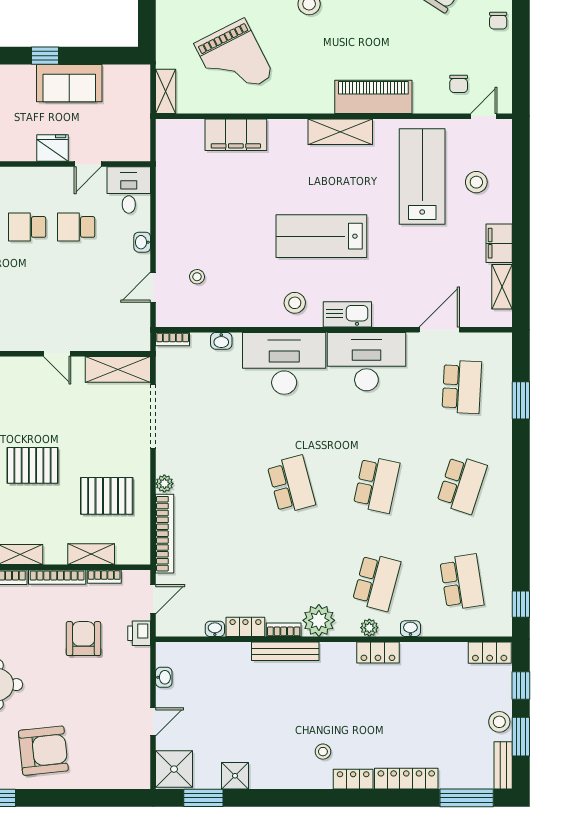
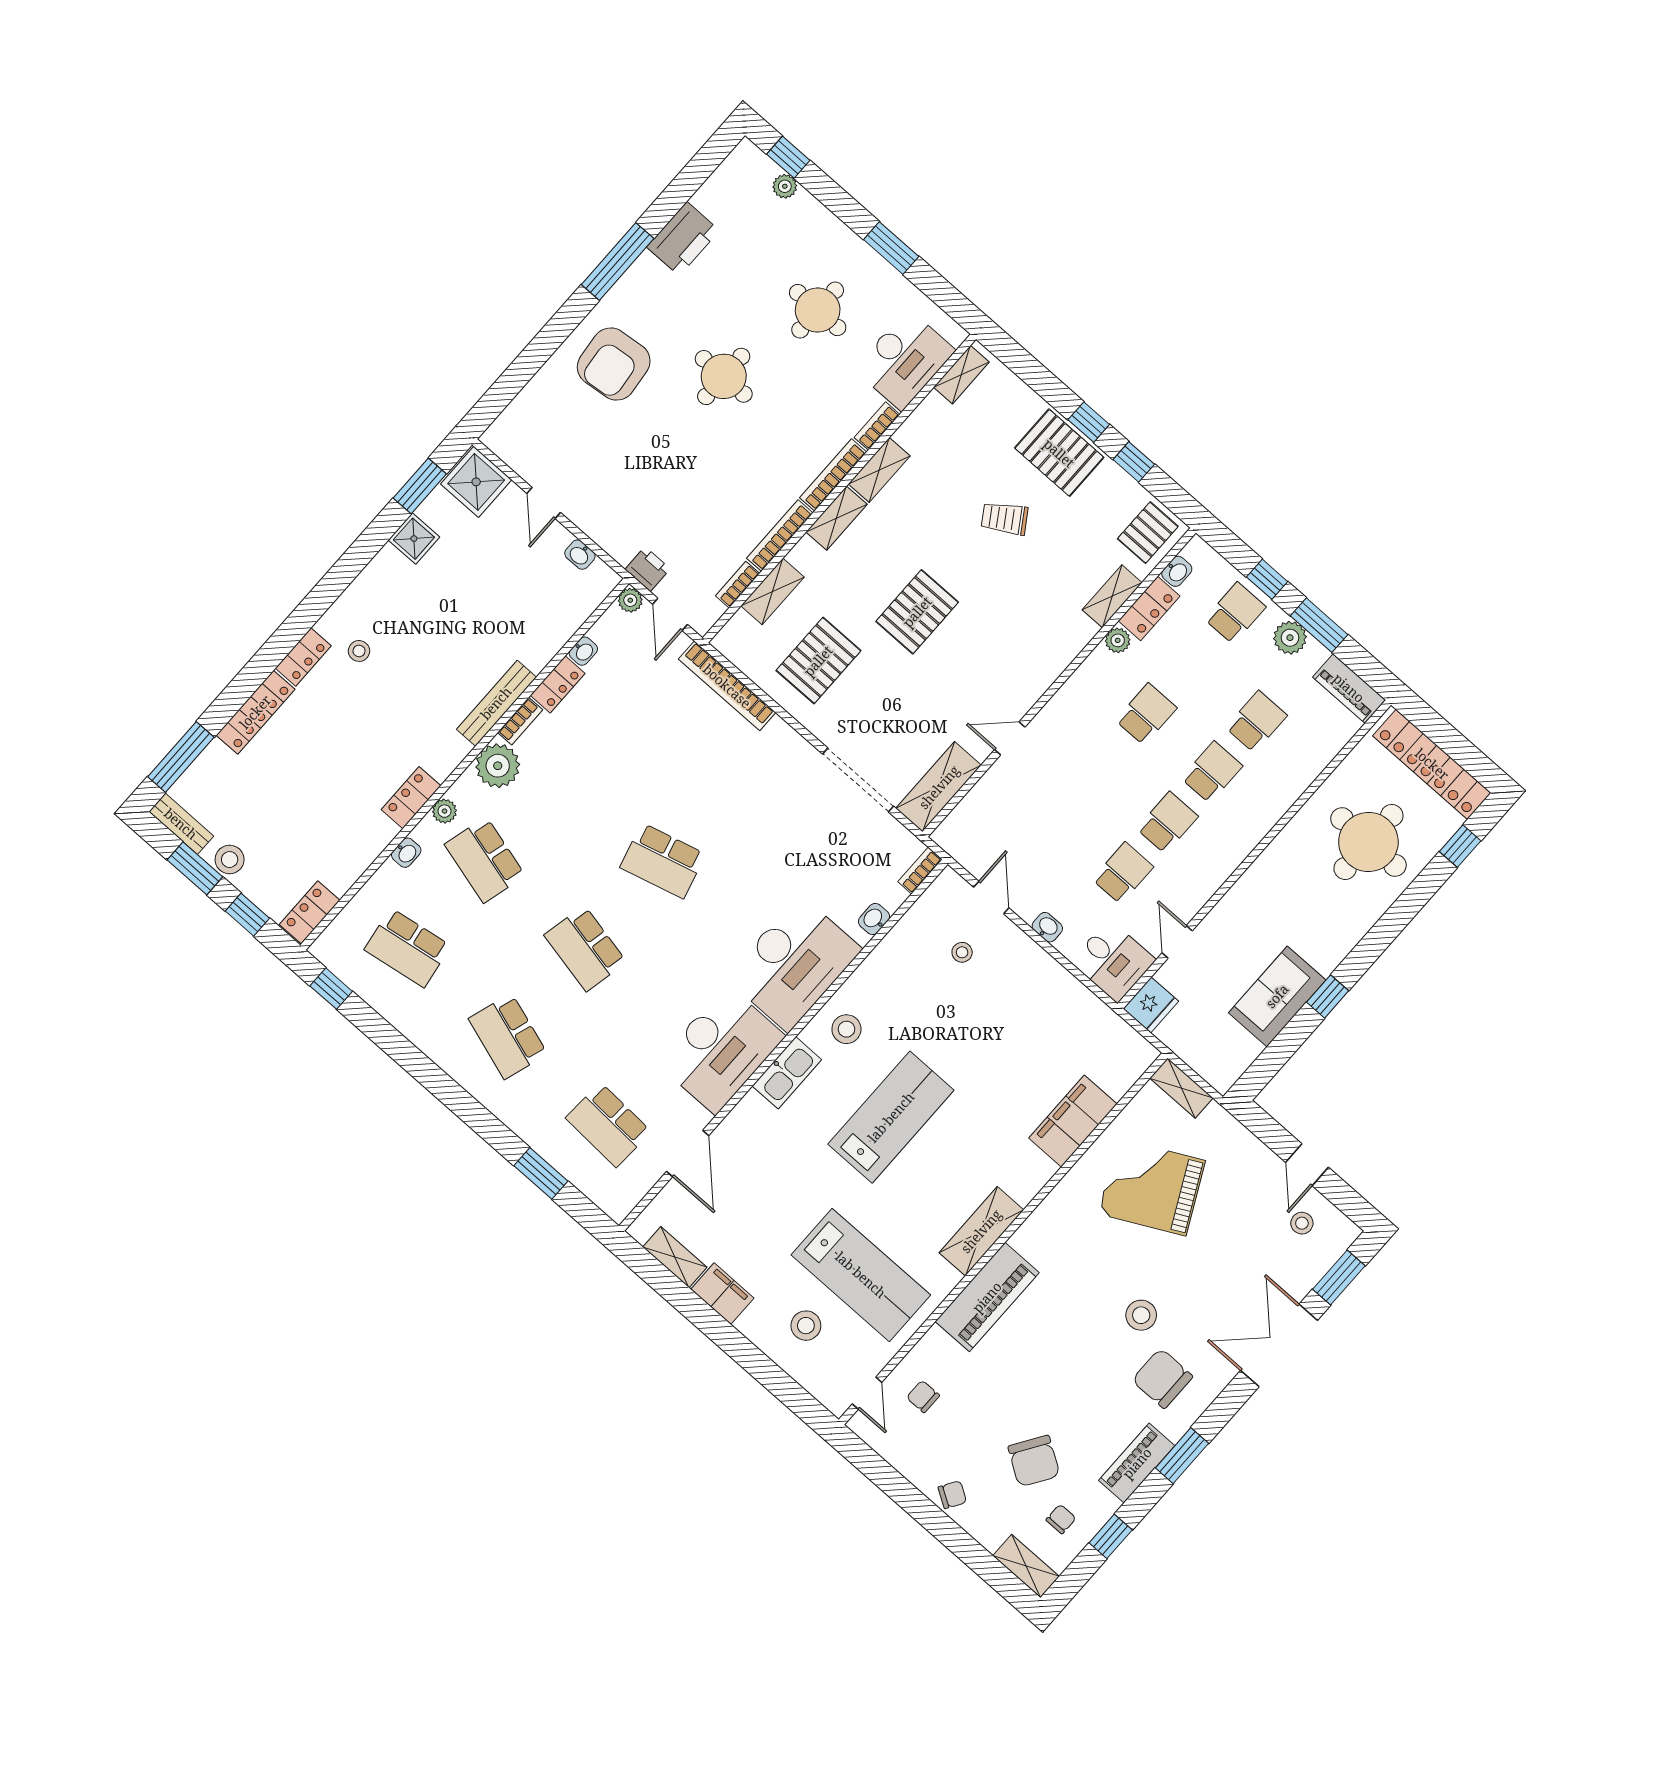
chair: (498, 21) -> (952, 1495), turned 122
fridge: (52, 148) -> (1151, 1005), moved
plant: (164, 484) -> (630, 600), moved
armchair: (83, 639) -> (693, 507), removed

